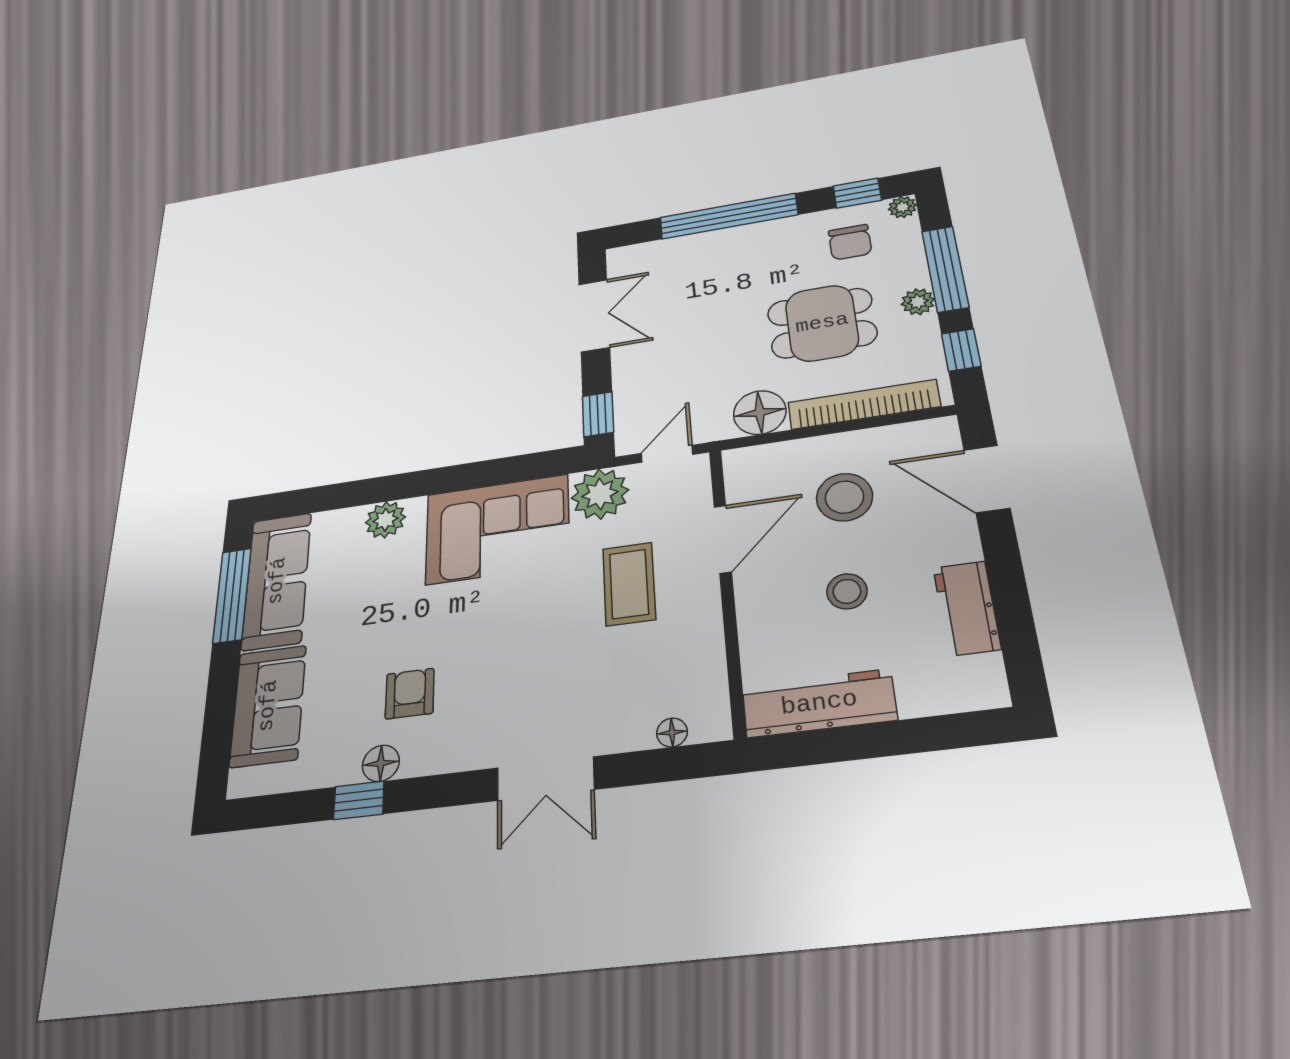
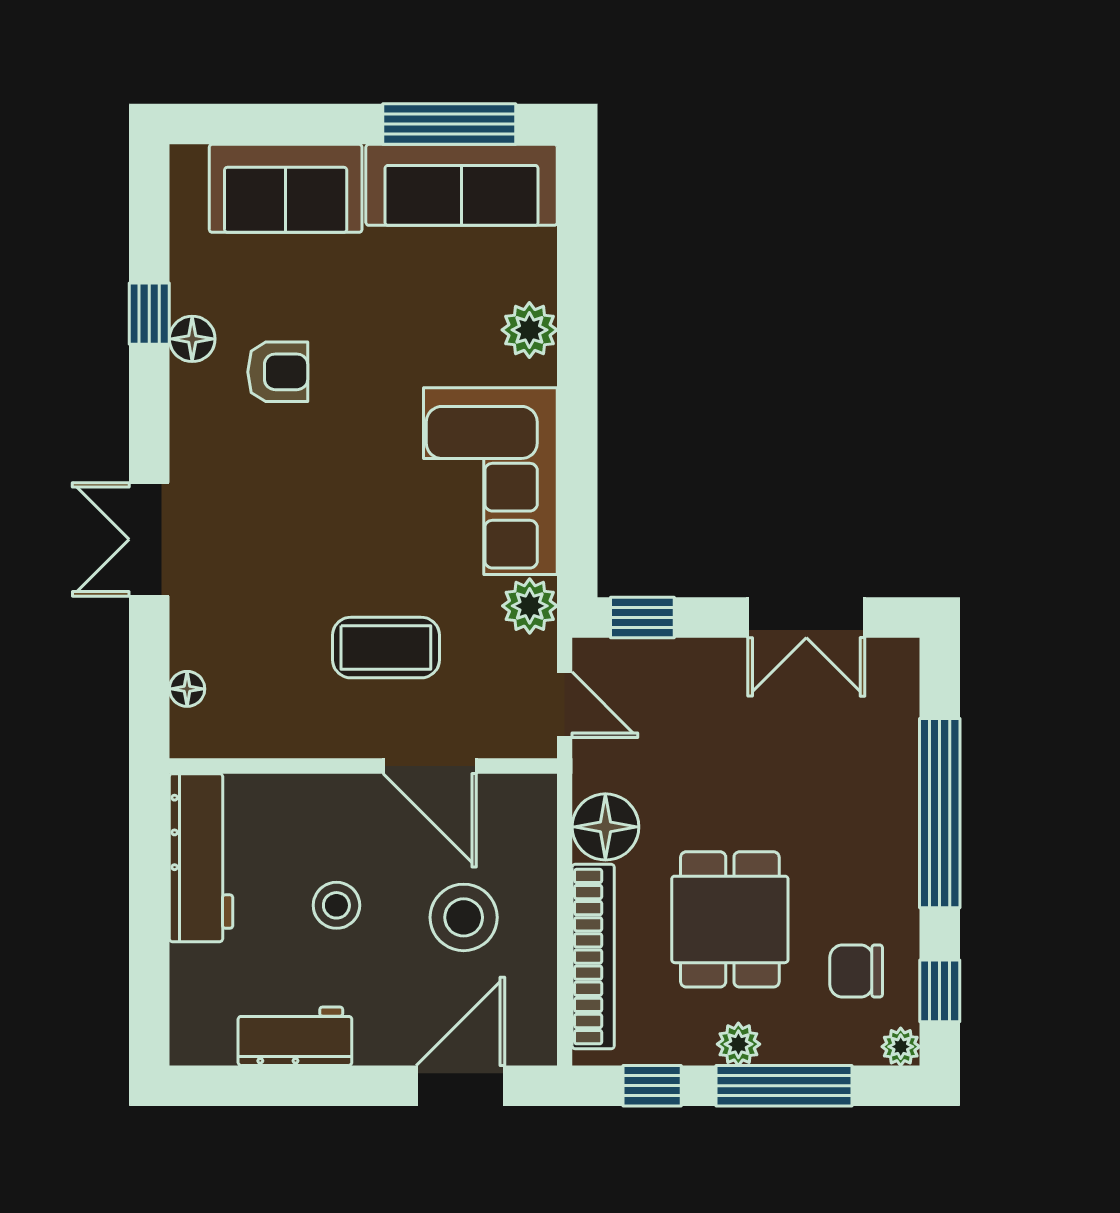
plant: (600, 494) -> (530, 606), width x0.73, depth x0.73

